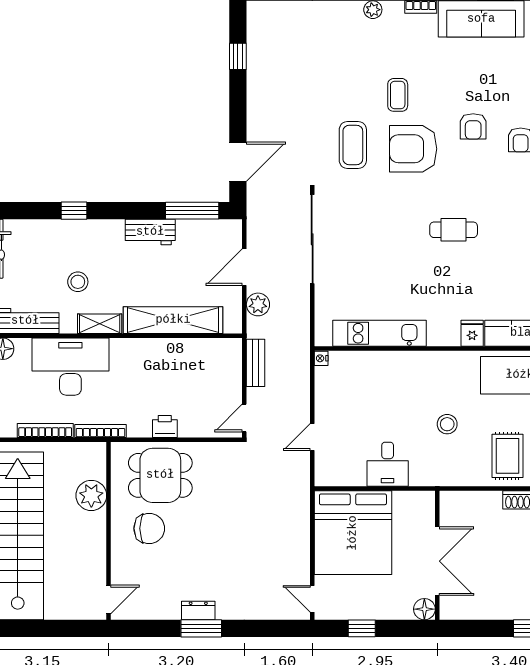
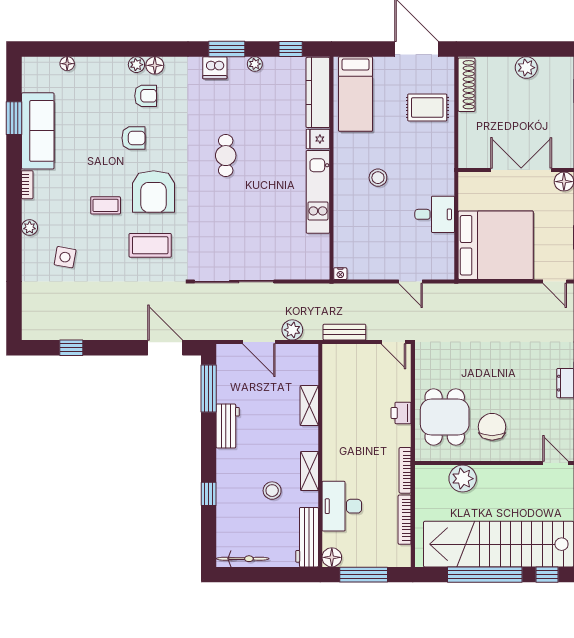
side table: (340, 50) -> (65, 257), added
shelving: (173, 320) -> (309, 406), width x0.45, depth x0.75
kitchen unit: (379, 333) -> (318, 192), moved
desk: (70, 367) -> (342, 506), width x0.73, depth x0.77
stool: (447, 424) -> (378, 178), moved
door: (312, 599) -> (555, 282), hinge flipped

